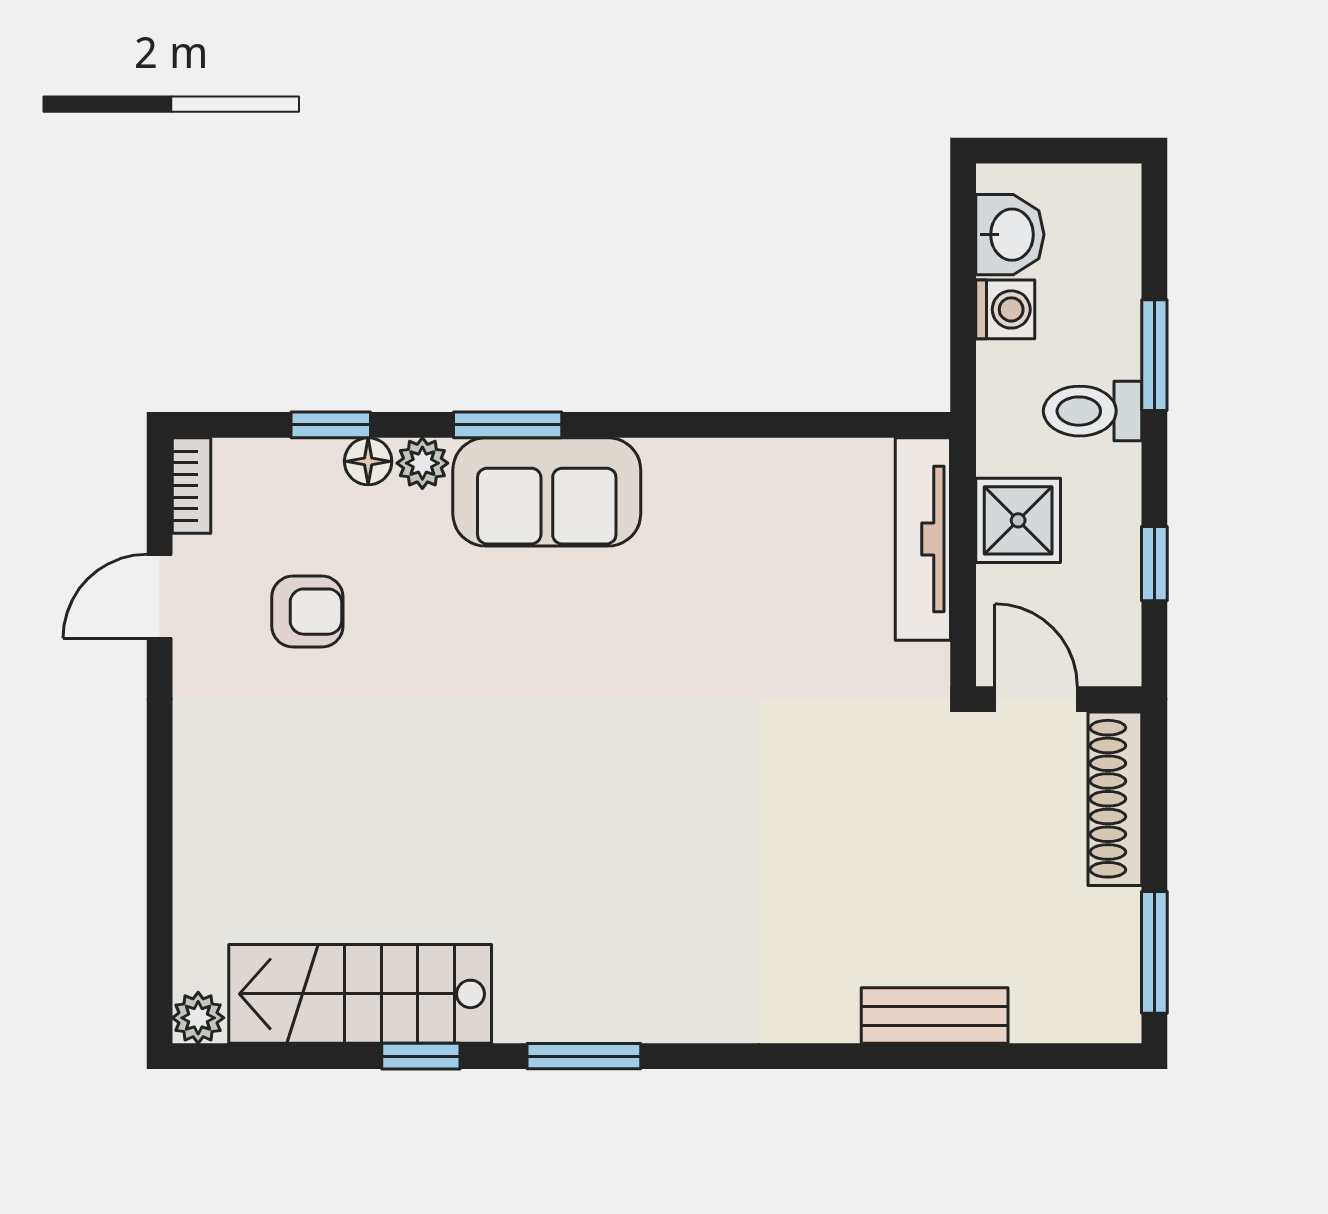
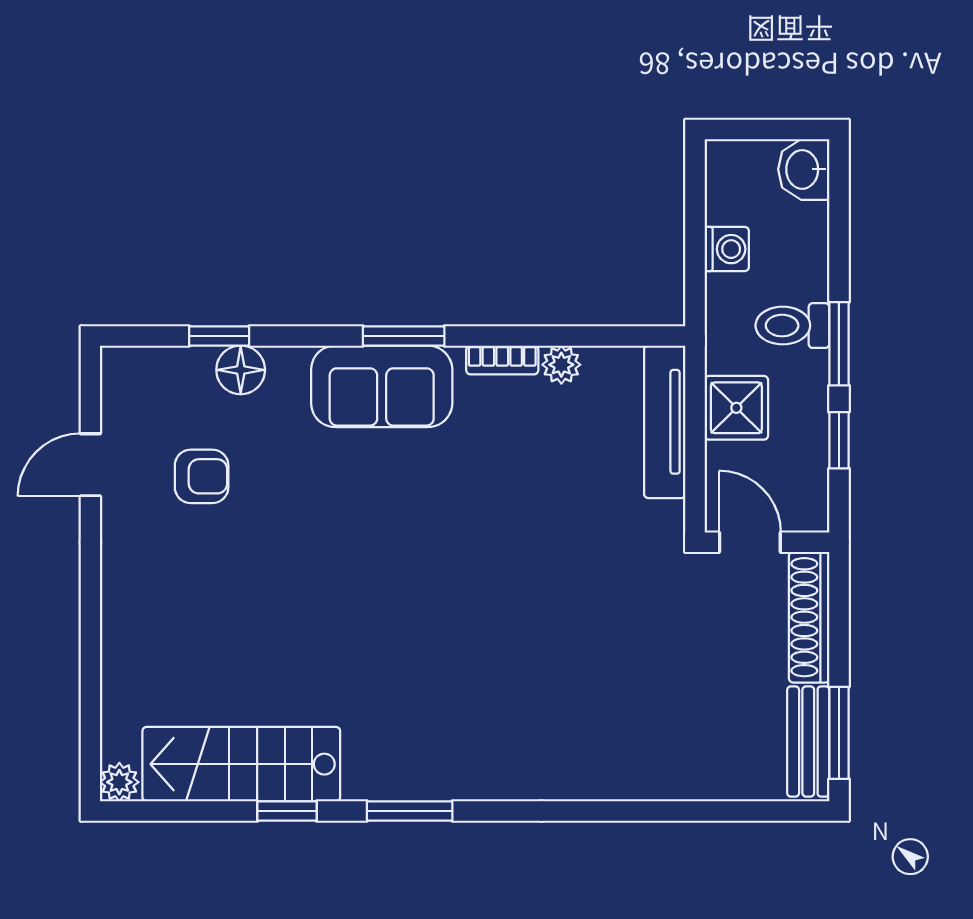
washbasin: (1010, 235) -> (804, 169), moved, turned 180
window: (1154, 355) -> (839, 344), moved
window: (508, 425) -> (404, 336), moved
floor lamp: (368, 461) -> (241, 370), width x1.37, depth x1.37
plant: (422, 463) -> (561, 365), moved
bookcase: (192, 486) -> (502, 360), moved, turned 90
bench: (935, 1016) -> (808, 742), moved, turned 90

